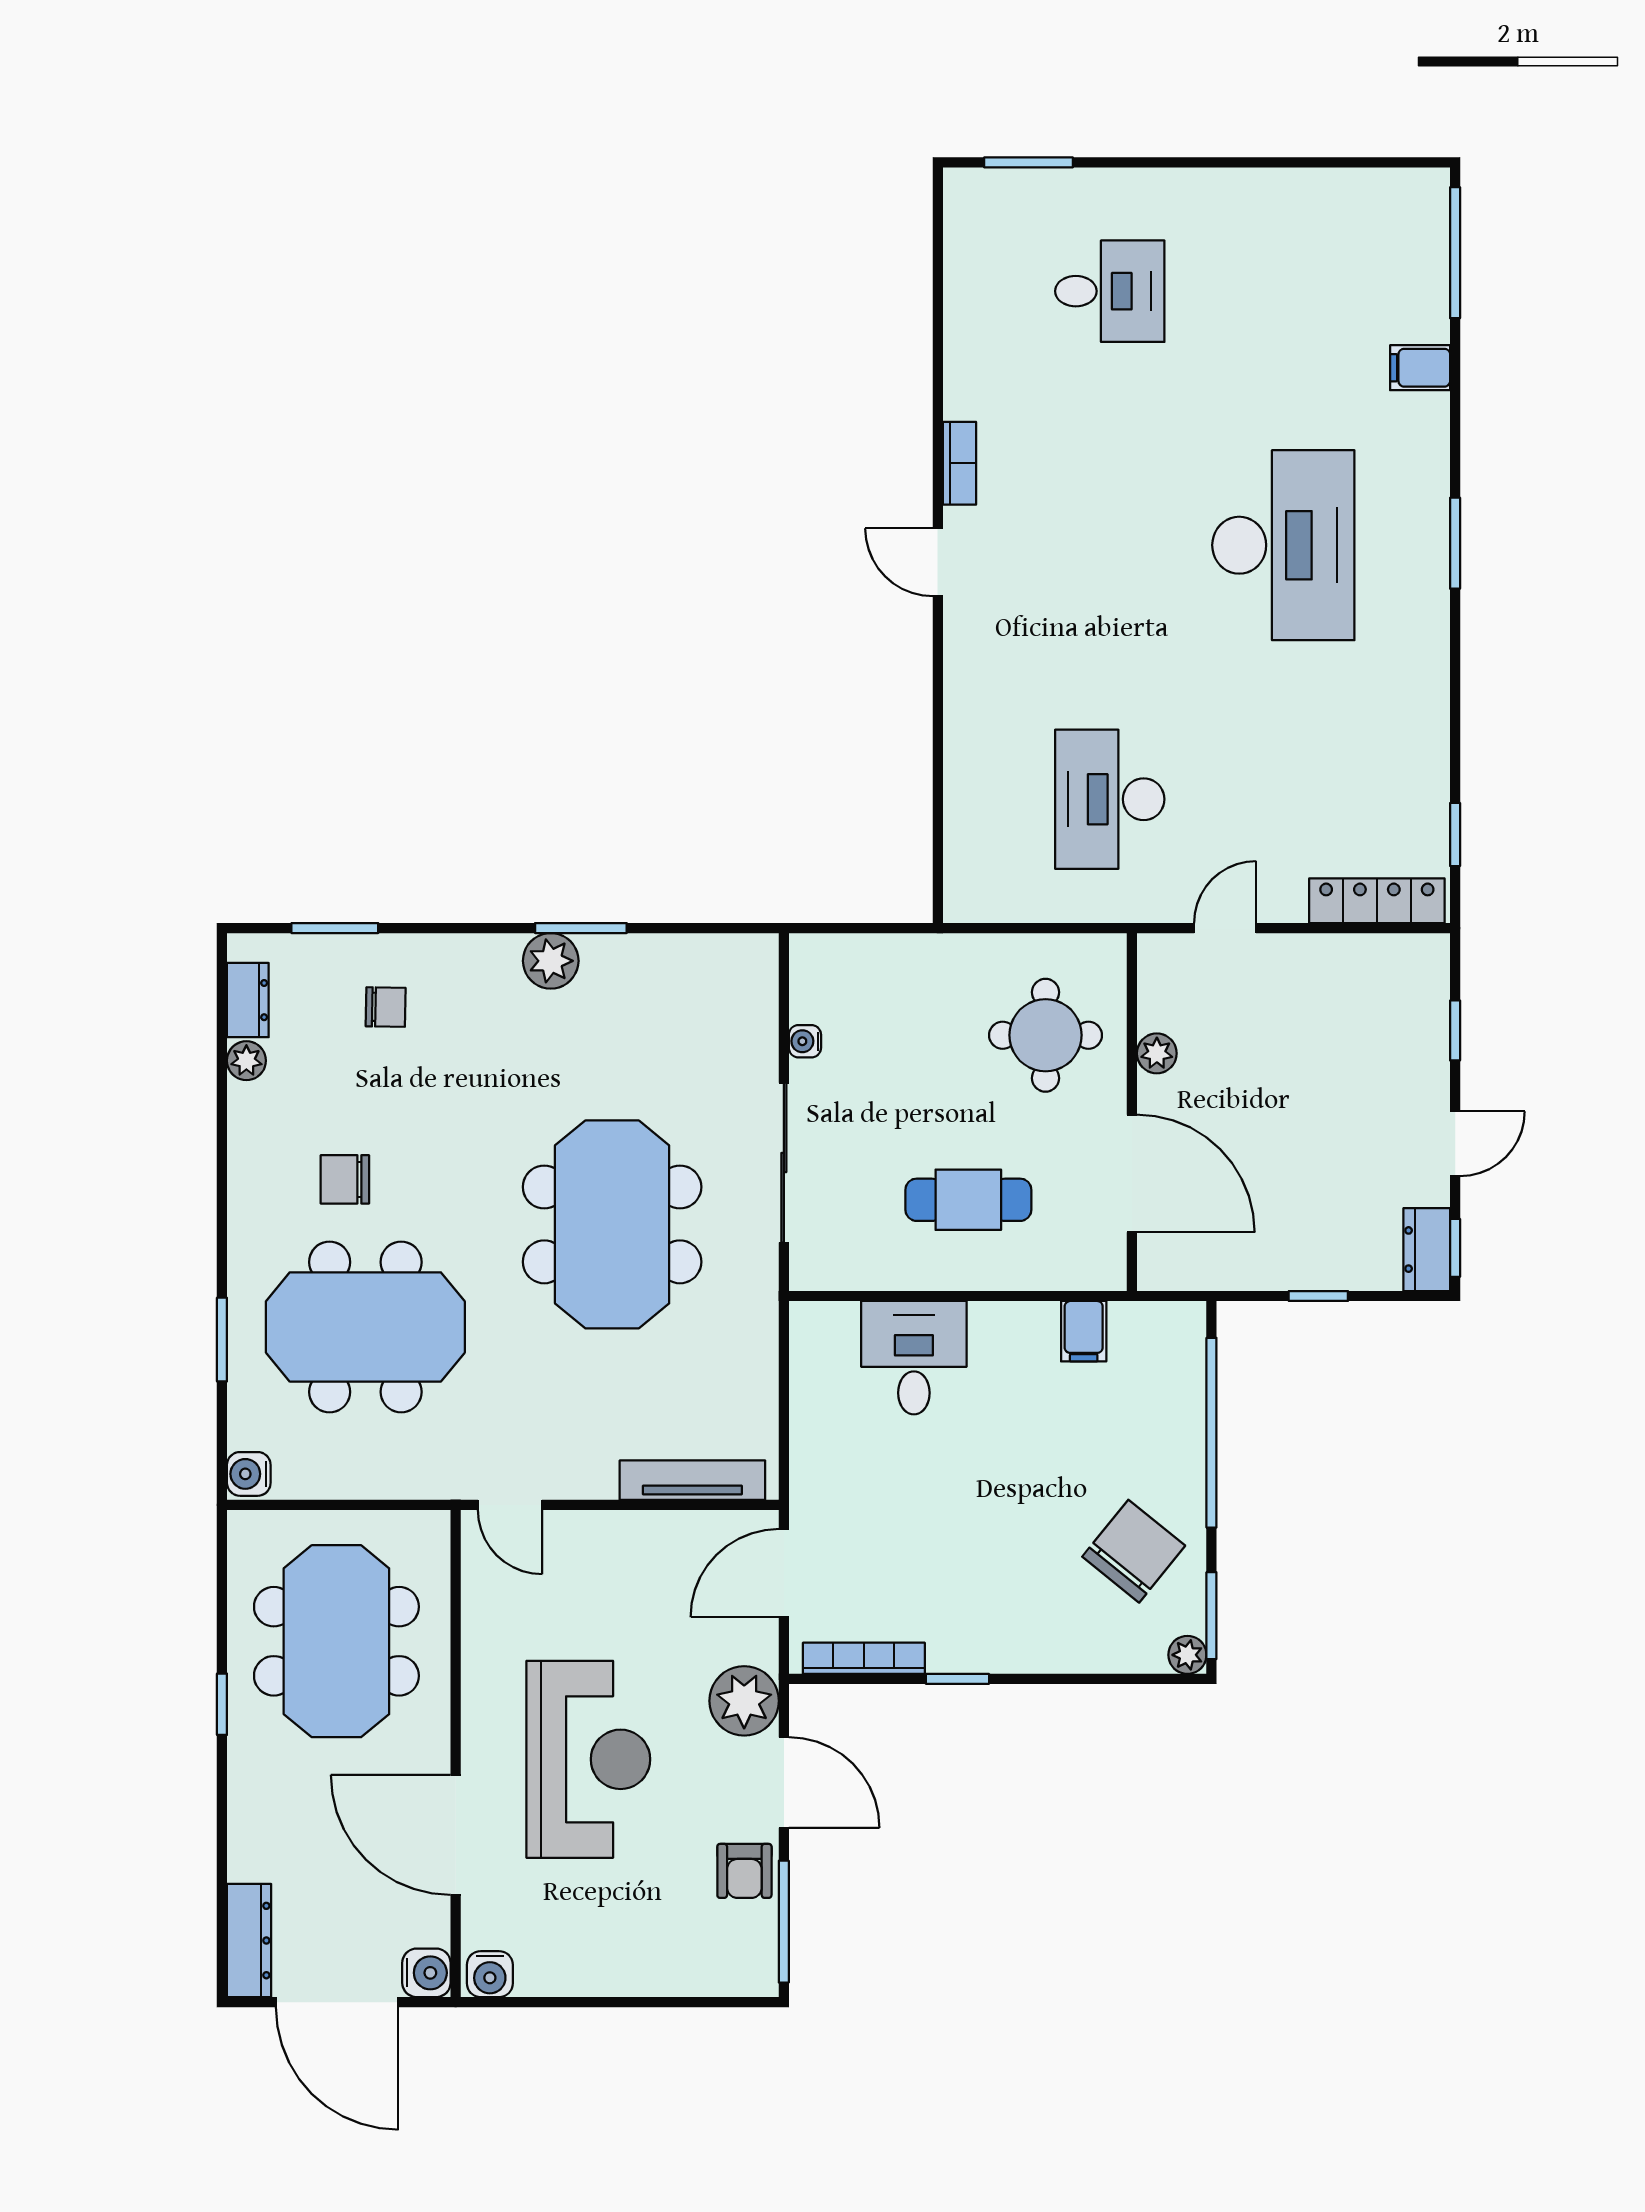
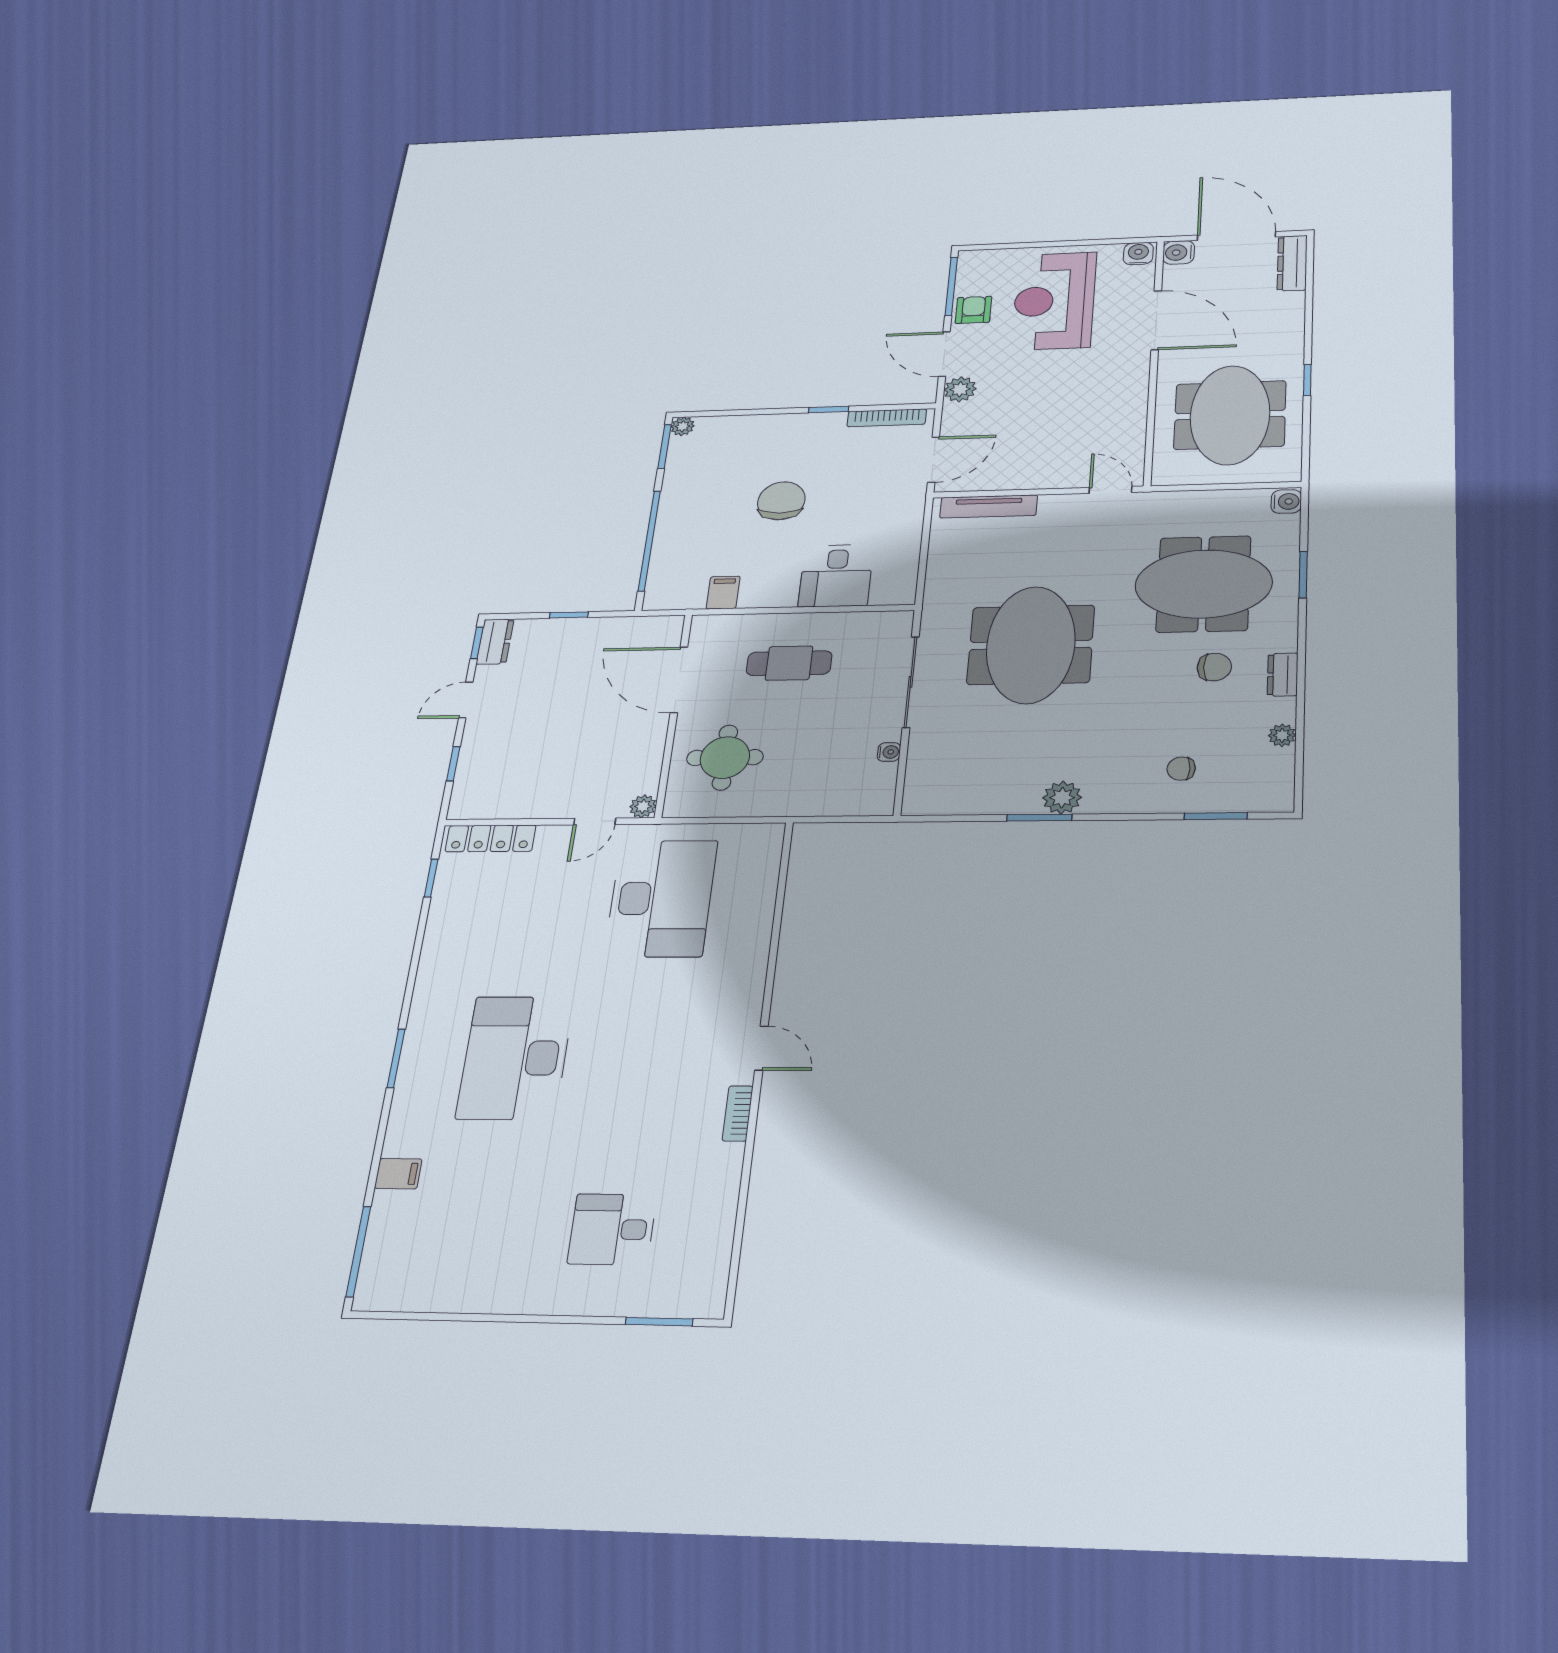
desk: (1110, 799) -> (661, 898), width x1.36, depth x1.30
dresser: (248, 1000) -> (1283, 675), moved
plant: (1157, 1053) -> (643, 806), moved
chair: (1134, 1551) -> (781, 501), moved, turned 141
plant: (744, 1701) -> (960, 389), width x0.73, depth x0.73
reception desk: (588, 1759) -> (1054, 301), moved

